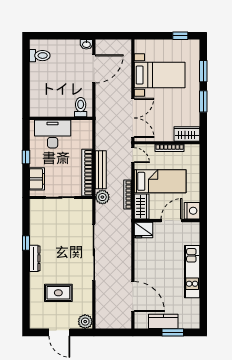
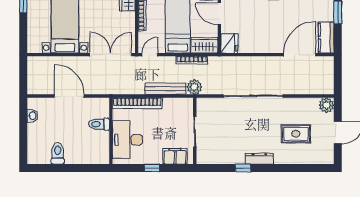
washbasin: (86, 44) -> (32, 116), moved
toilet: (40, 56) -> (58, 153), moved
door: (94, 69) -> (69, 96), moved
toilet: (81, 107) -> (99, 124), moved
bookcase: (87, 173) -> (137, 103), moved
rug: (58, 293) -> (296, 134), turned 90
kitchen counter: (163, 321) -> (326, 38), moved

